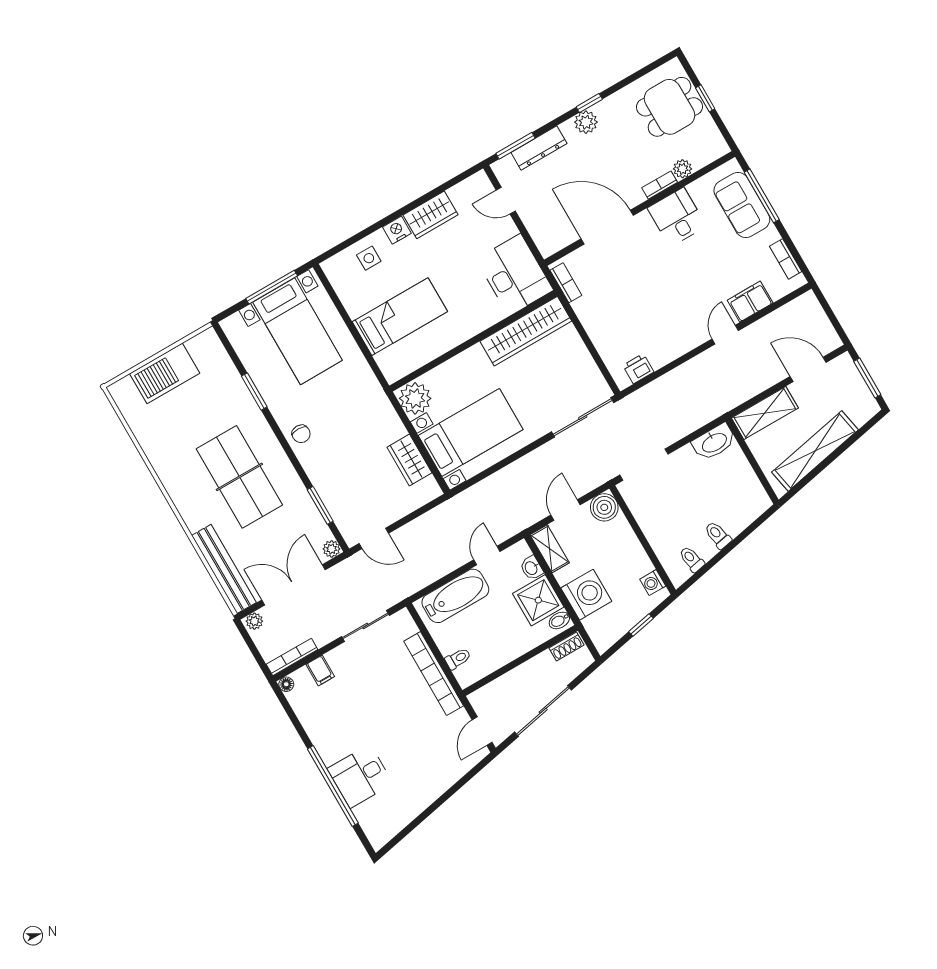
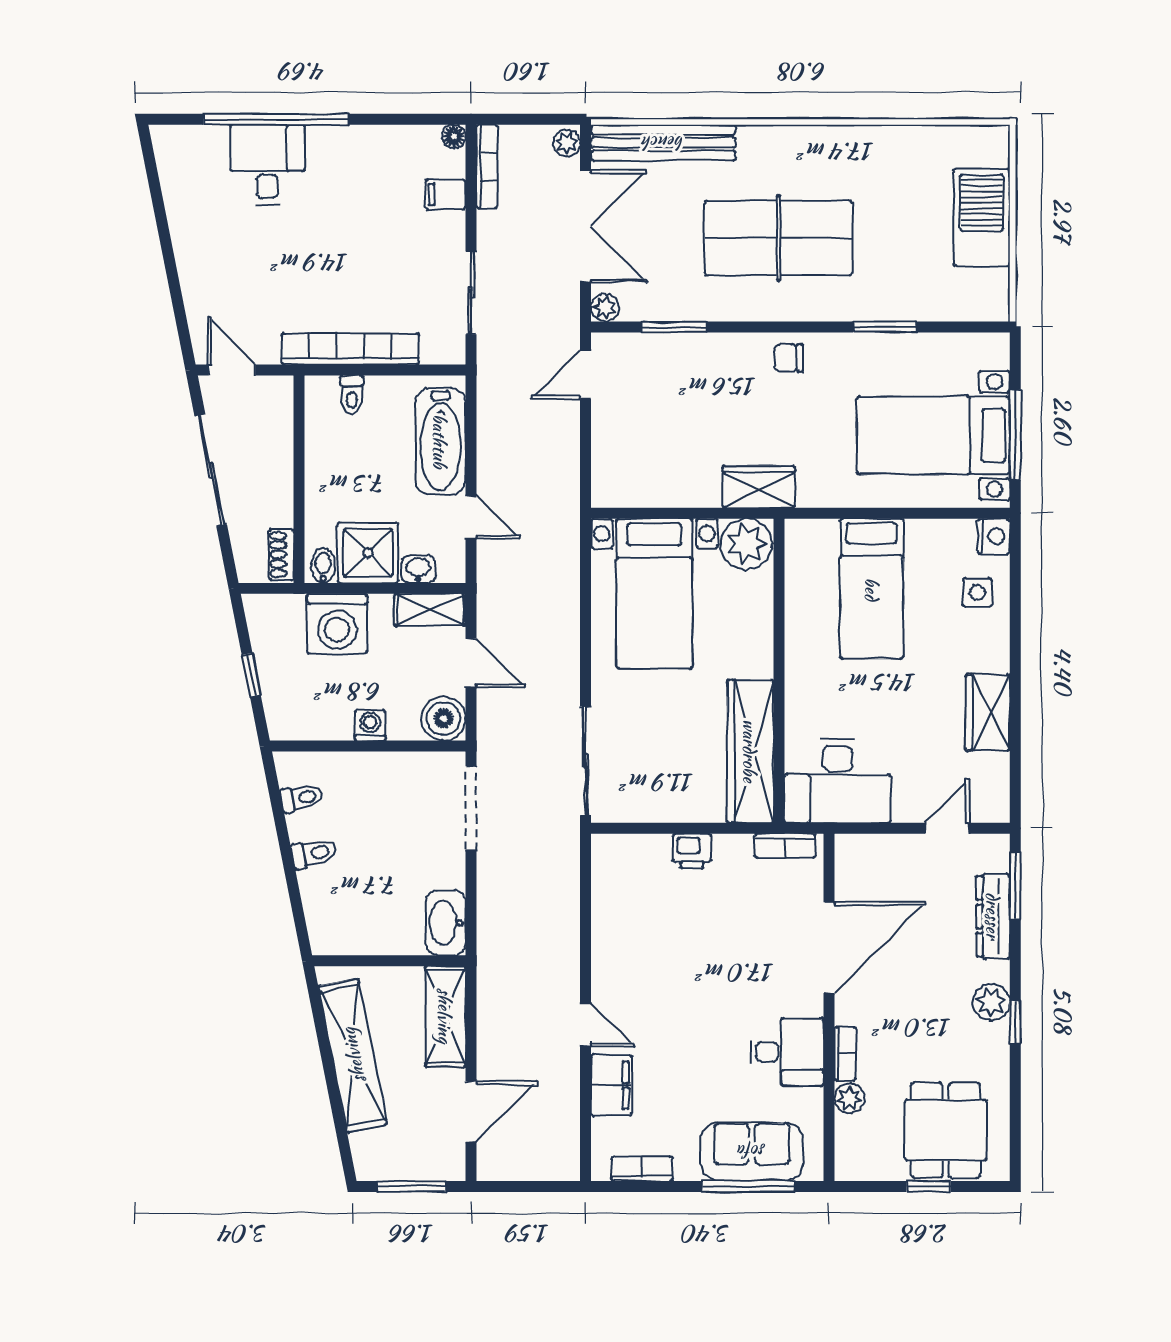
nightstand: (397, 230) -> (994, 536), moved
printer: (638, 369) -> (692, 851), moved, turned 90
wardrobe: (409, 460) -> (759, 487), moved
washing machine: (653, 583) -> (370, 725), moved

